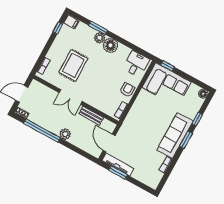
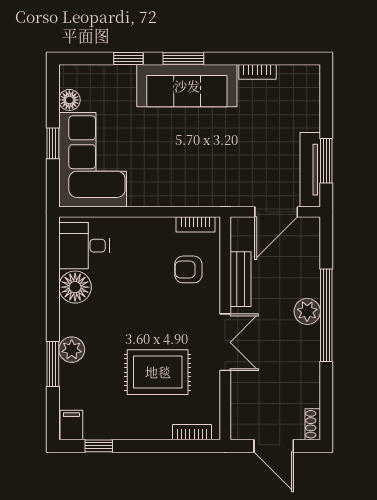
floor lamp: (110, 45) -> (75, 287), moved
window: (168, 66) -> (53, 143), moved
armchair: (127, 90) -> (188, 269), moved
floor lamp: (203, 94) -> (69, 100), moved
window: (42, 131) -> (326, 315), moved

